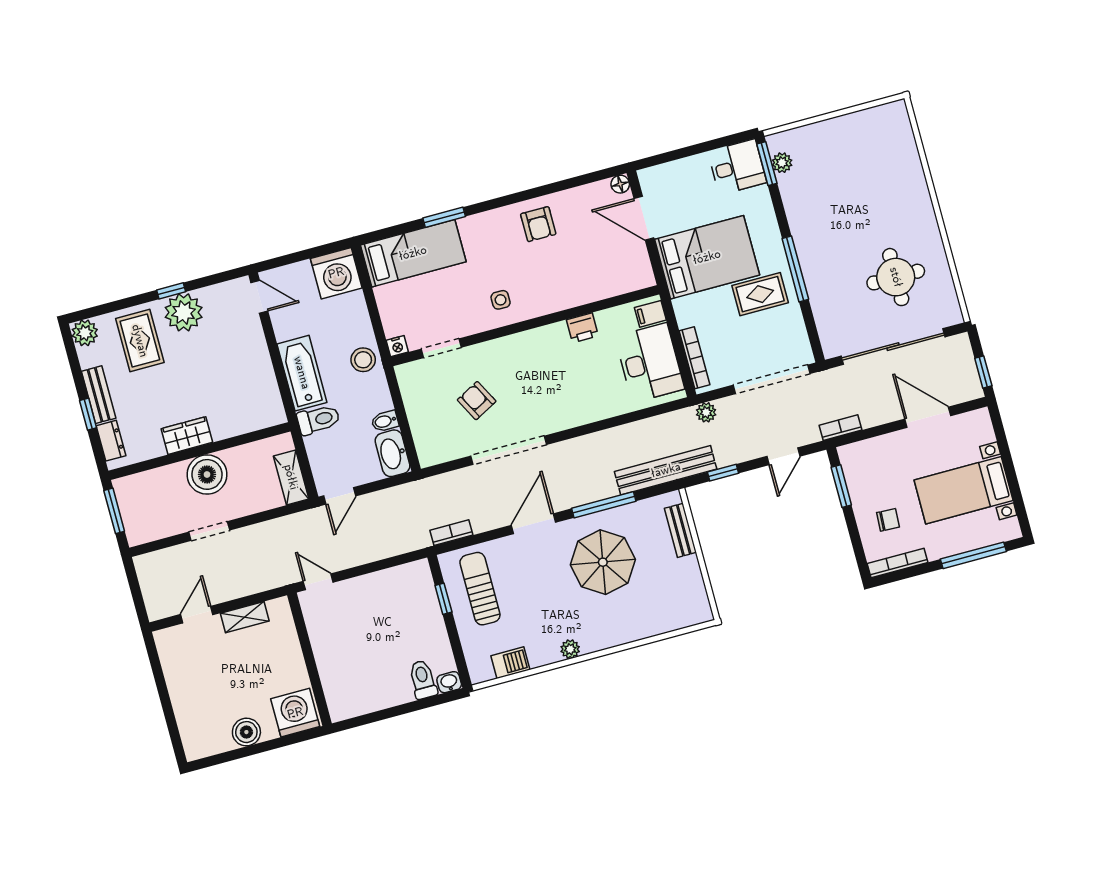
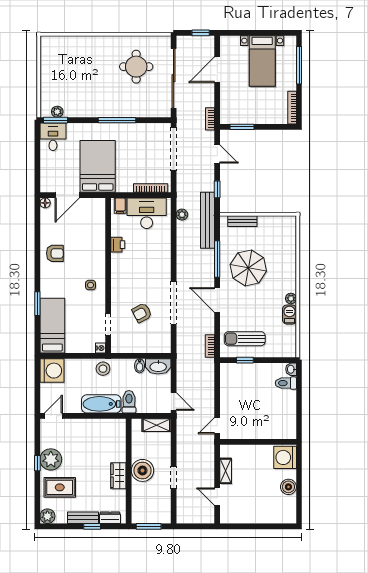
rug: (760, 294) -> (126, 143), removed
plant: (706, 412) -> (182, 215), moved
chair: (888, 520) -> (267, 107), removed
barbecue: (510, 663) -> (289, 315), moved

